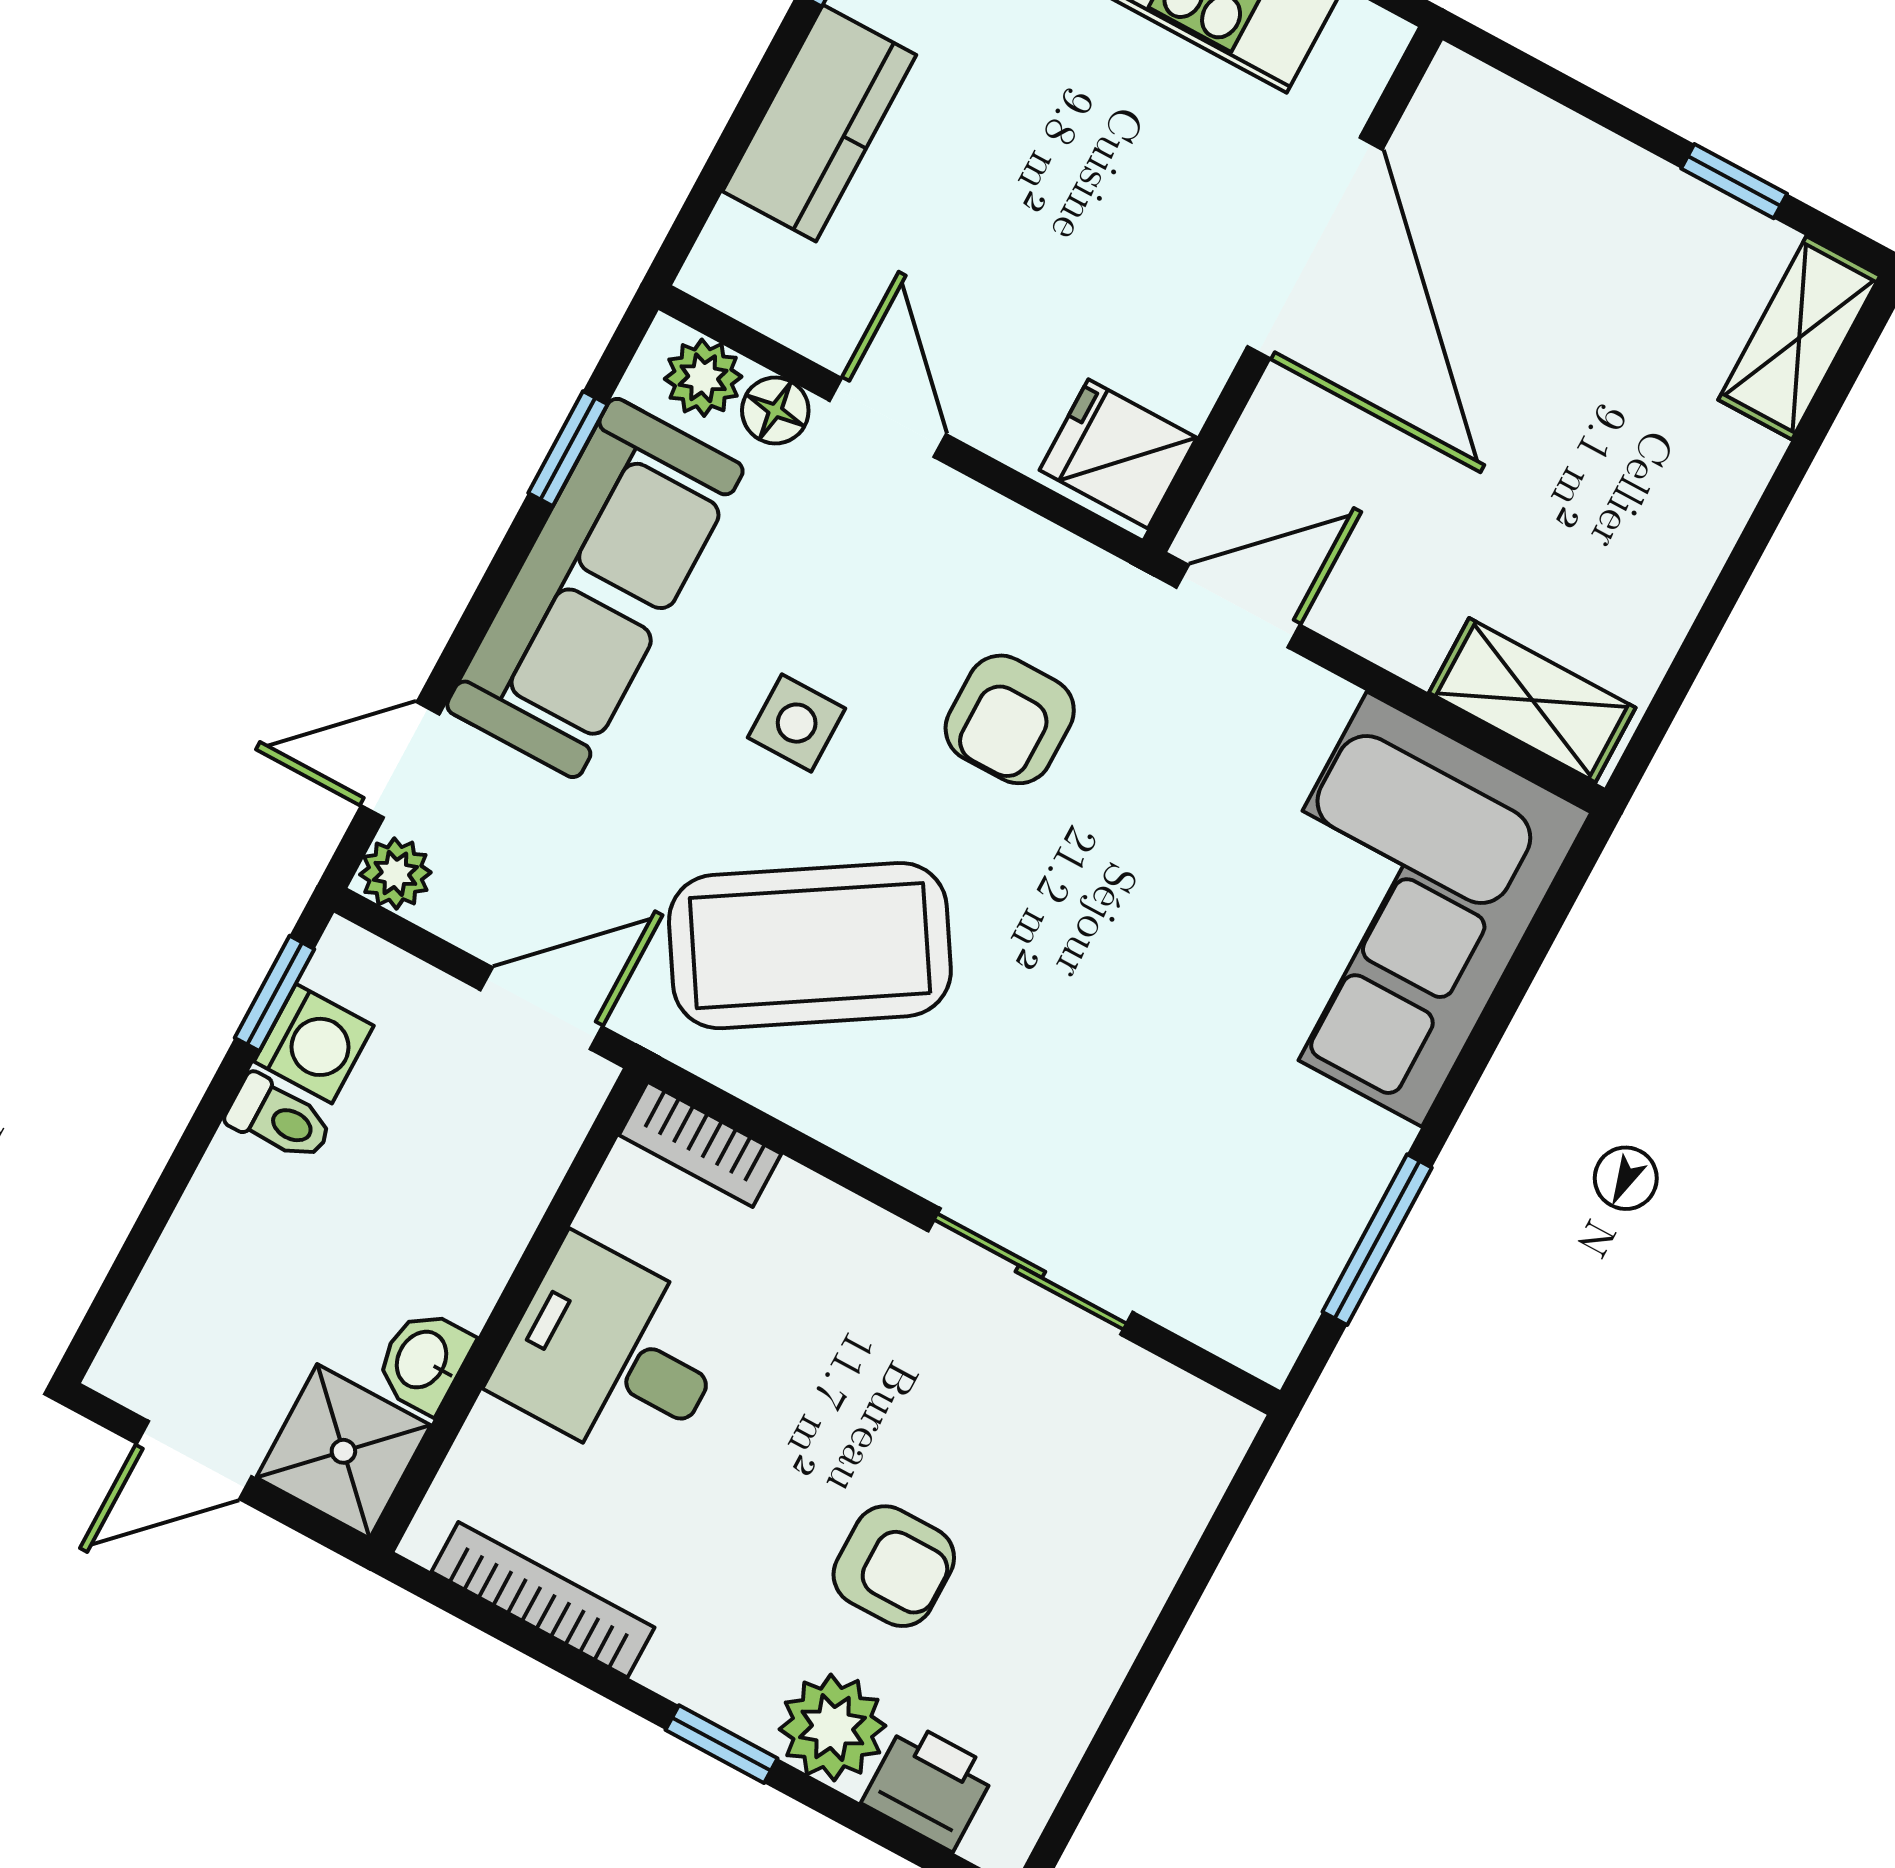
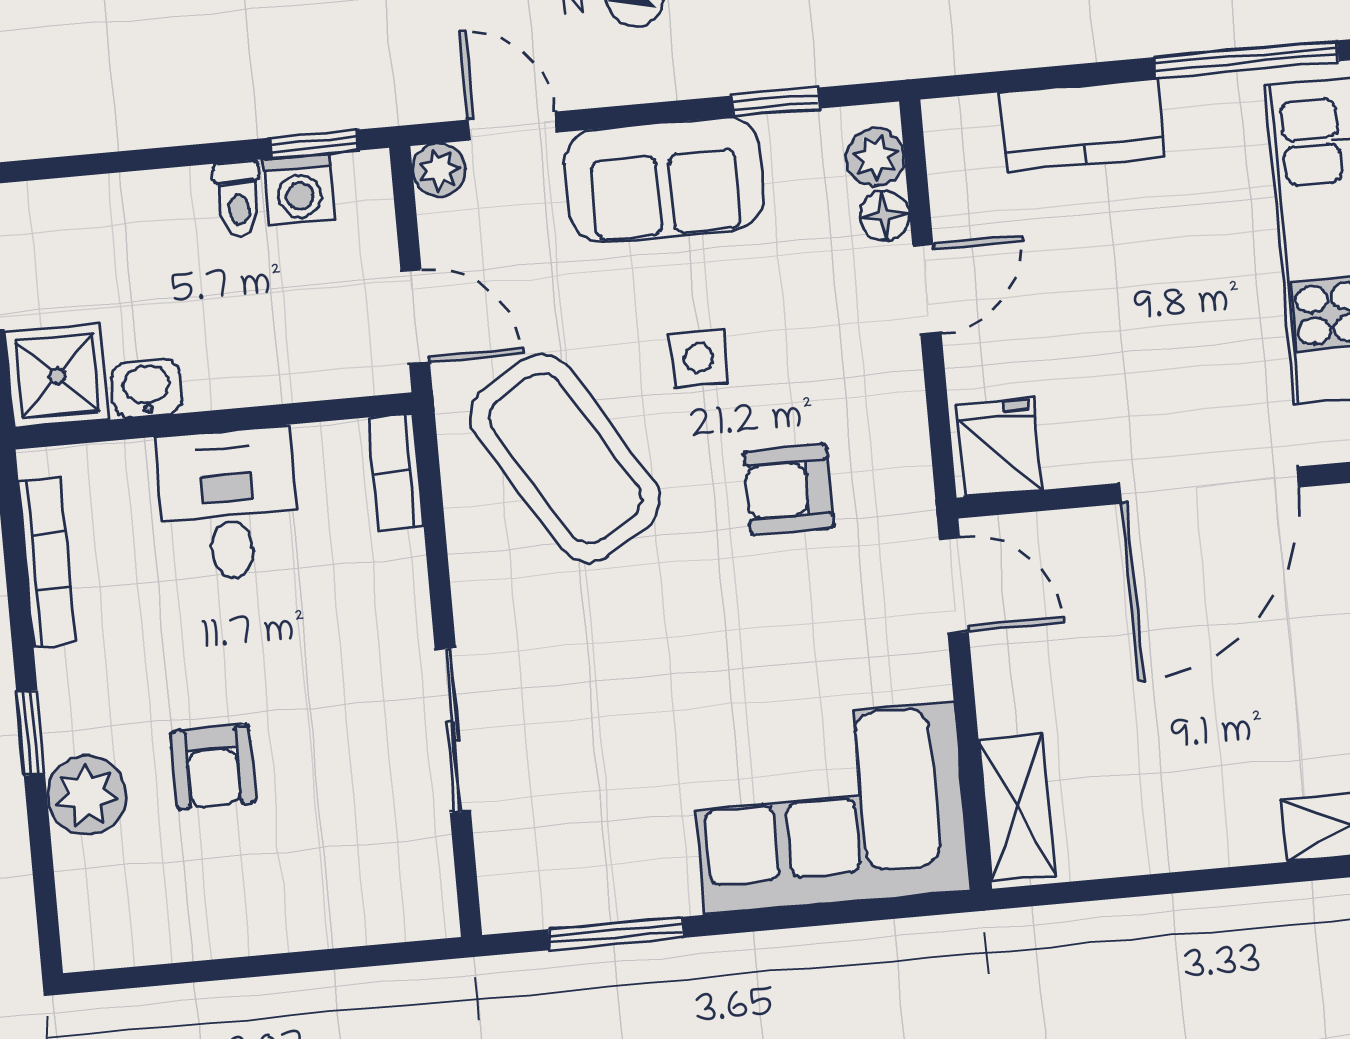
sofa: (595, 588) -> (664, 180), width x0.73
printer: (929, 1786) -> (90, 880), removed

